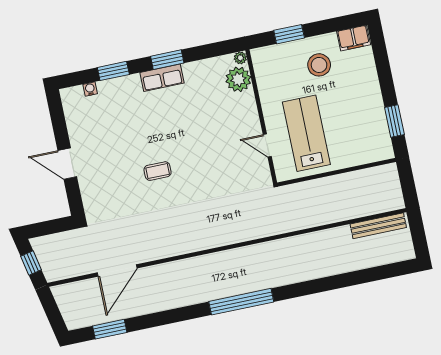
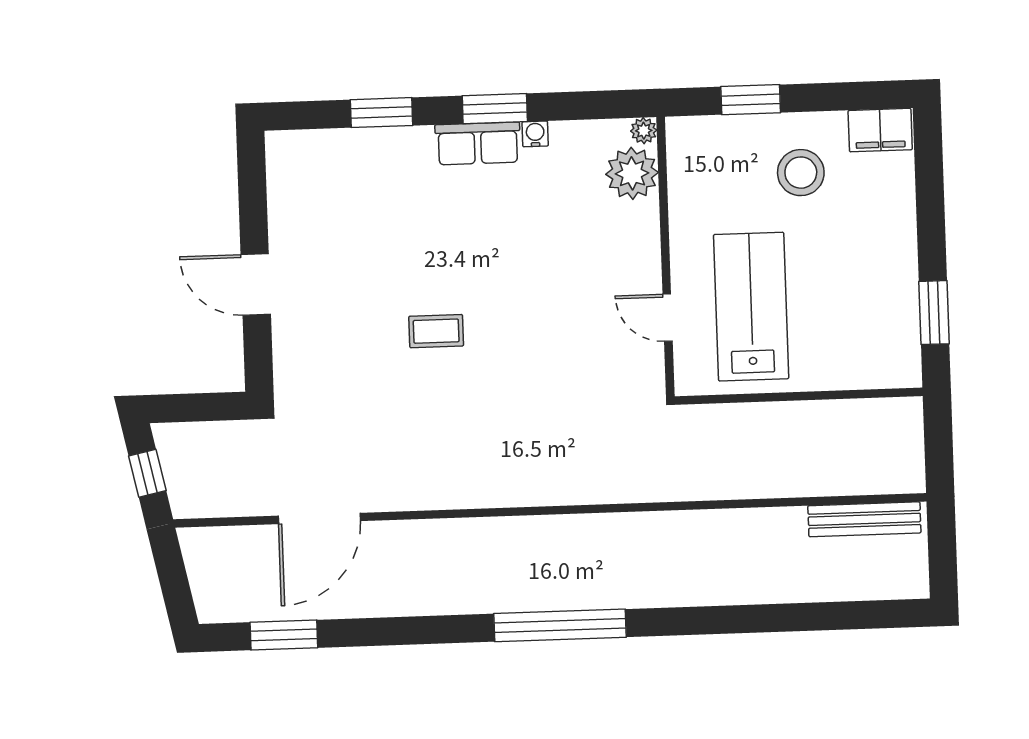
water cooler: (90, 89) -> (535, 134), moved

